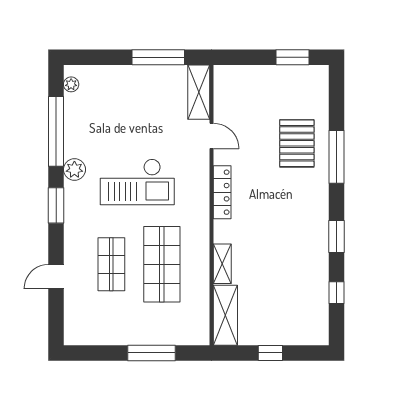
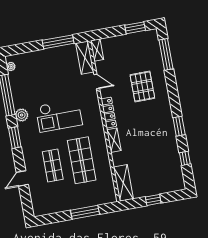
shelving: (222, 83) -> (97, 50), added
pallet: (297, 143) -> (142, 87), moved
window: (337, 157) -> (166, 54), moved
shelving: (222, 264) -> (114, 140), moved

